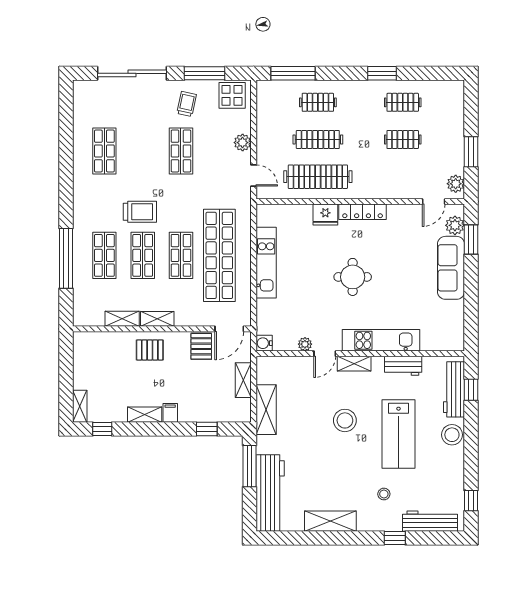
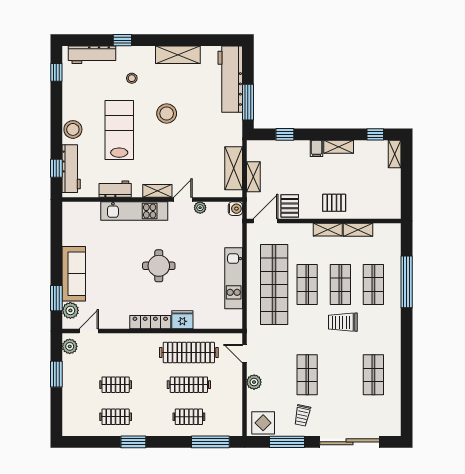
shelving: (266, 410) -> (234, 168), moved
stool: (345, 420) -> (167, 113), moved

